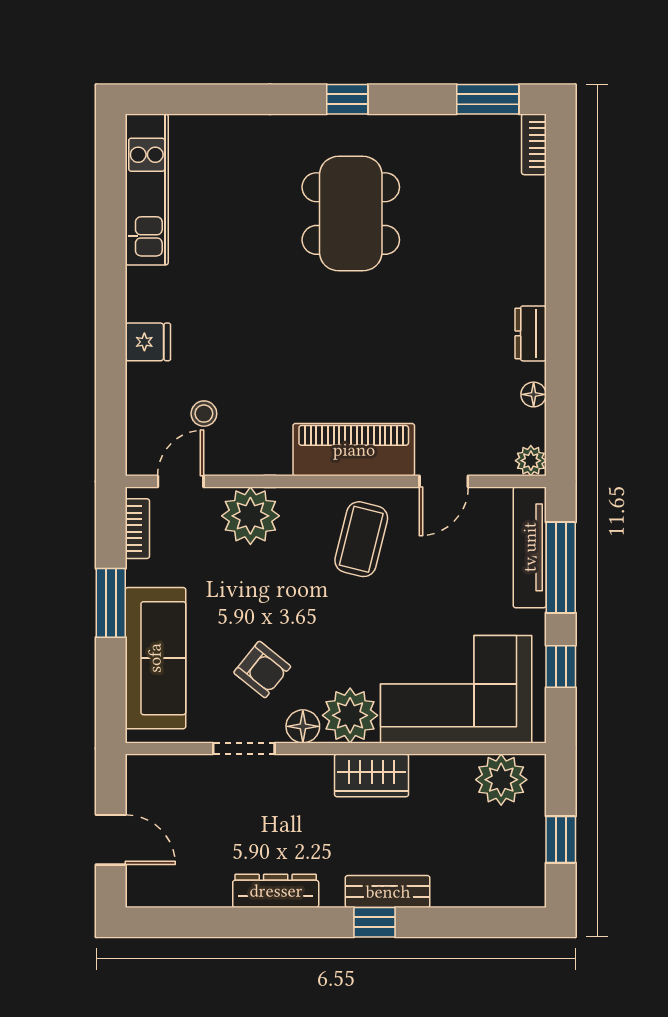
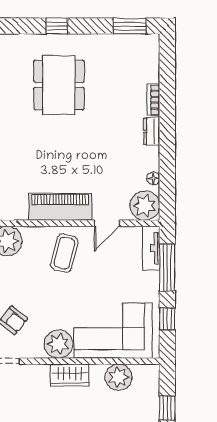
bookcase: (534, 144) -> (153, 100), moved
dresser: (531, 333) -> (152, 131), moved
plant: (531, 461) -> (145, 206), width x1.88, depth x1.88
tv unit: (530, 547) -> (151, 248), width x0.71
floor lamp: (303, 726) -> (34, 350), removed
plant: (501, 780) -> (119, 377), moved

